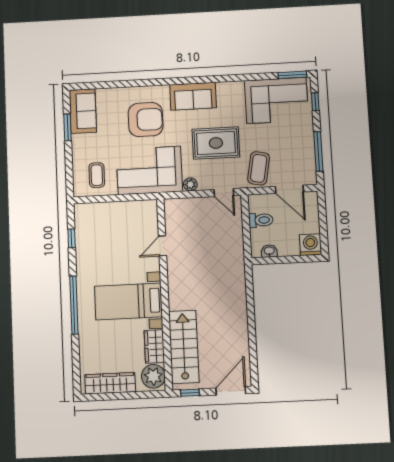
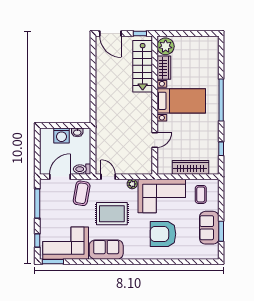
sofa: (193, 96) -> (106, 250), moved
sofa: (83, 111) -> (209, 228), moved
door: (289, 189) -> (60, 177), hinge flipped
toilet: (261, 220) -> (82, 169), moved
washing machine: (310, 245) -> (61, 135), moved
wardrobe: (110, 383) -> (190, 167), moved, turned 180
door: (231, 391) -> (110, 34), hinge flipped

